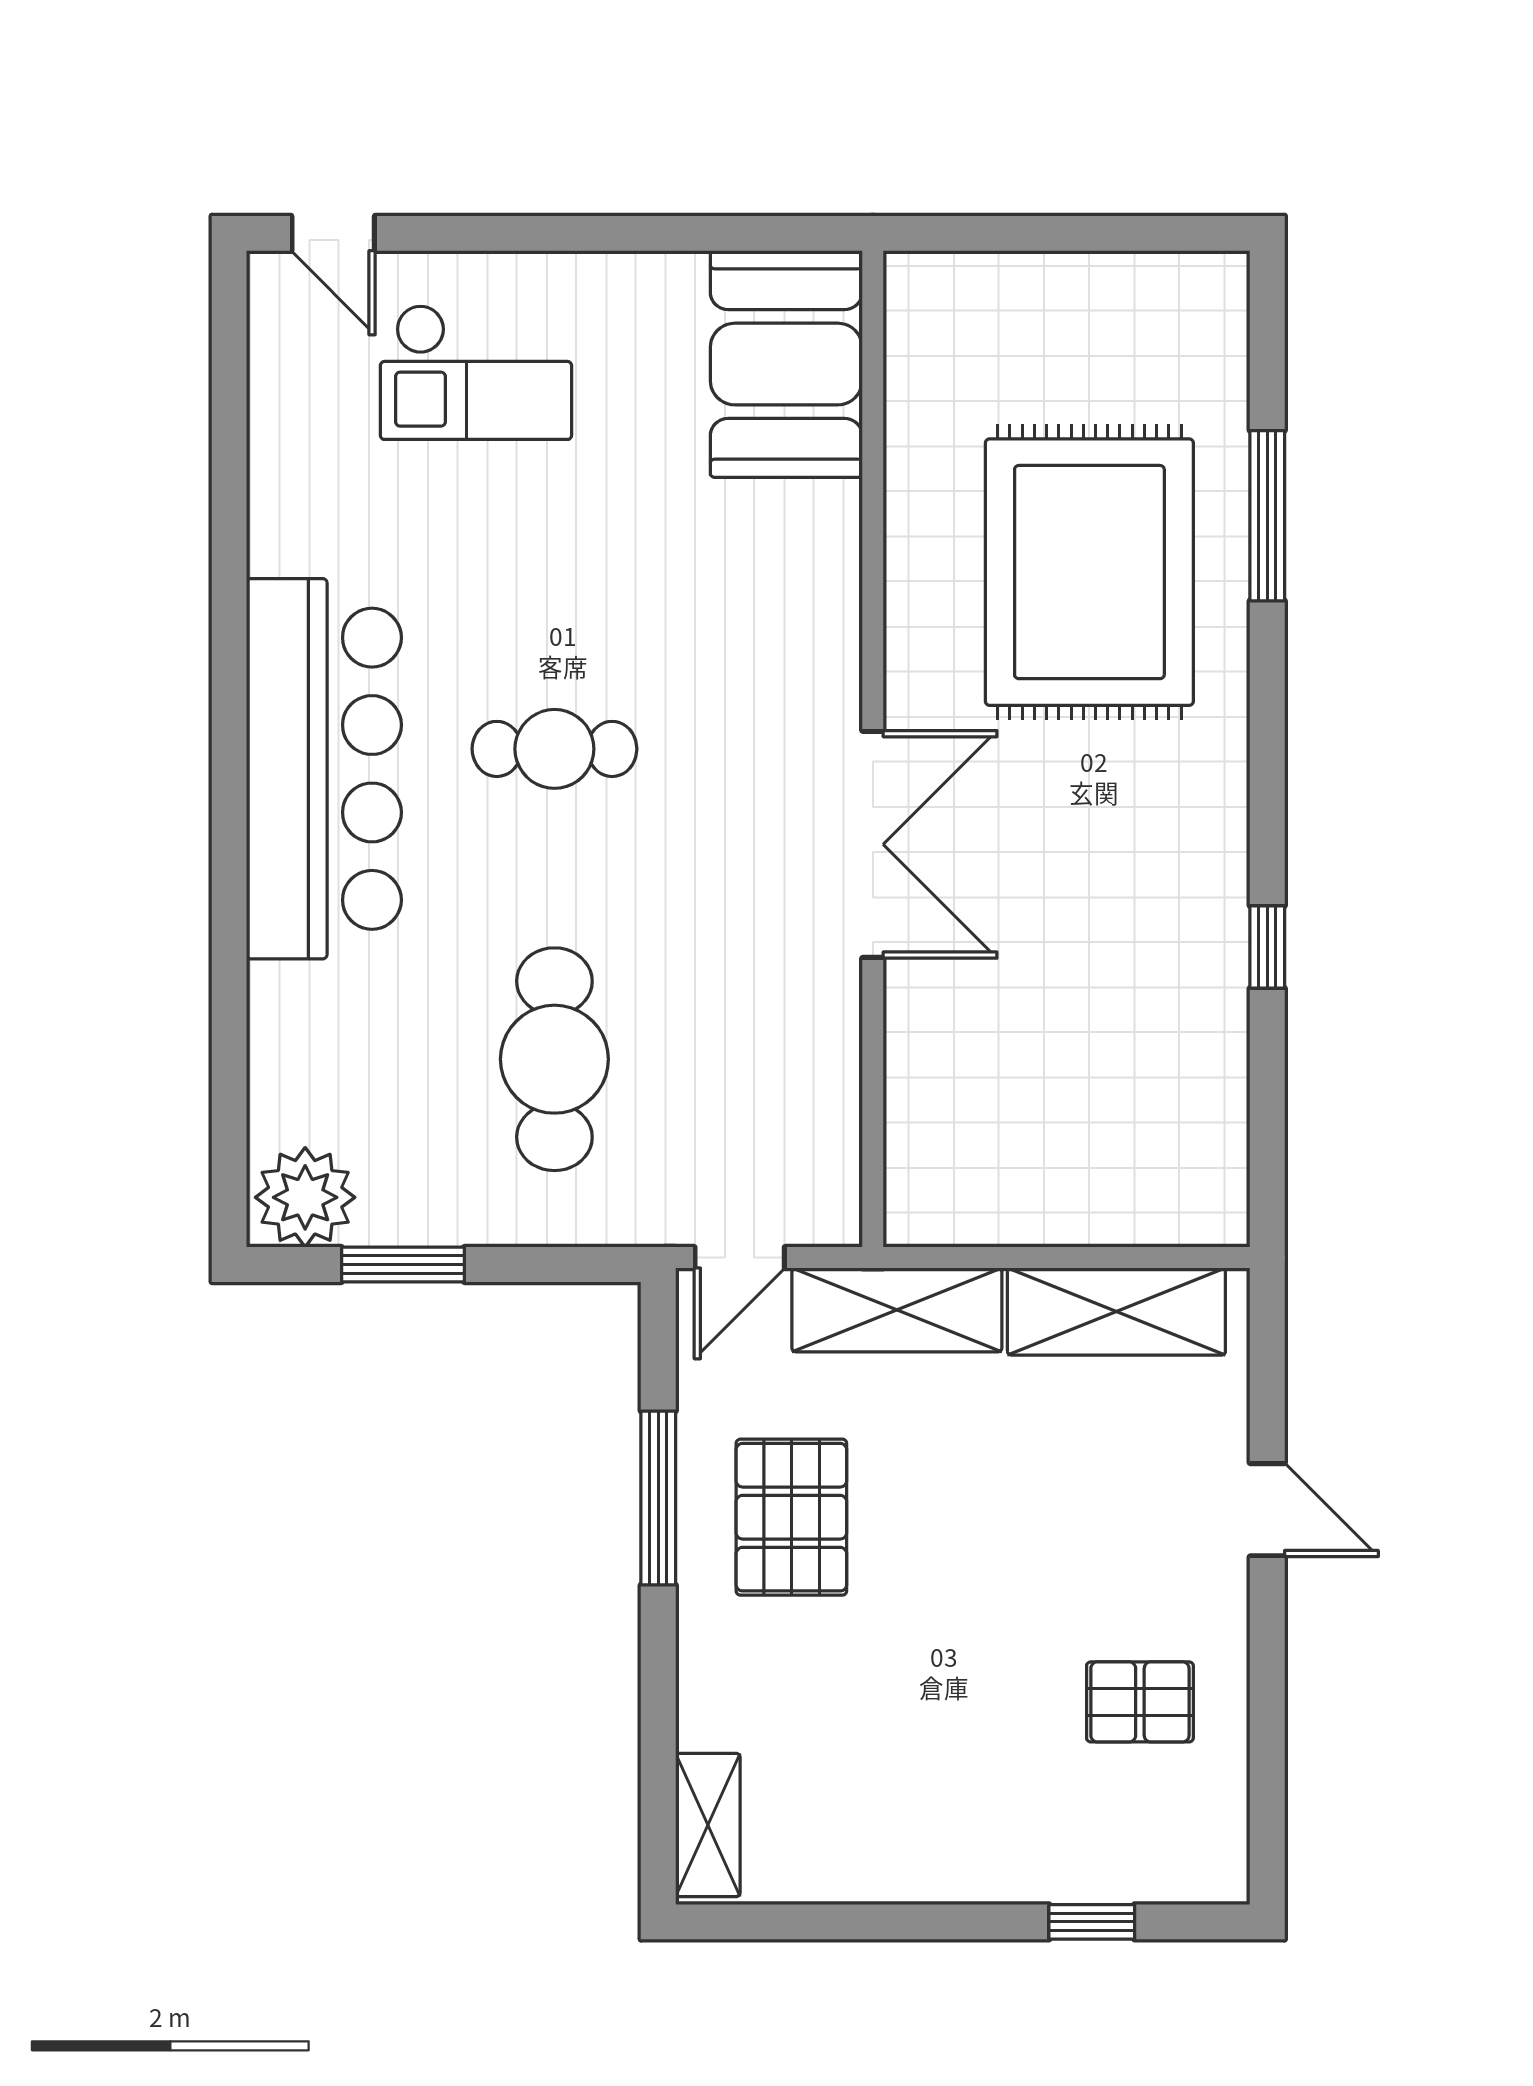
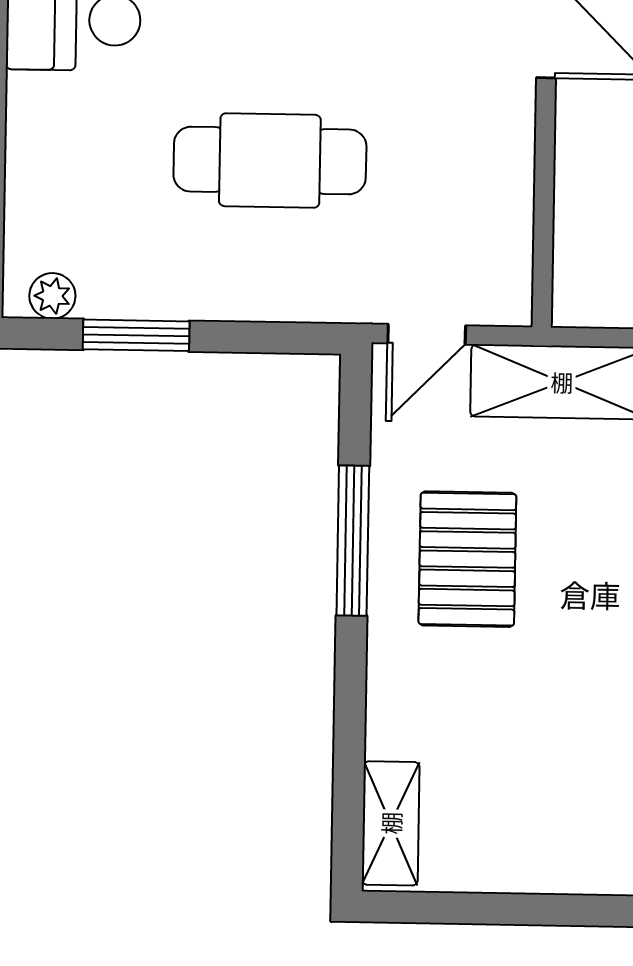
cafe table: (554, 1059) -> (270, 160), turned 90
plant: (305, 1197) -> (52, 296), width x0.53, depth x0.53

